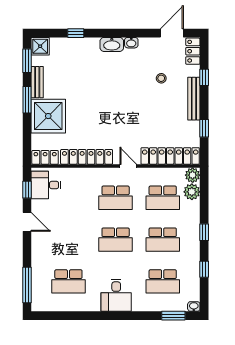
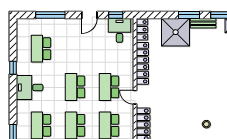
door: (128, 166) -> (135, 97), swing flipped
window: (27, 285) -> (50, 15), moved
window: (92, 316) -> (13, 68), added

